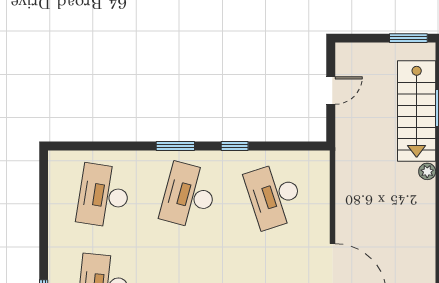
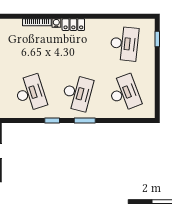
desk: (104, 196) -> (124, 93), turned -30

